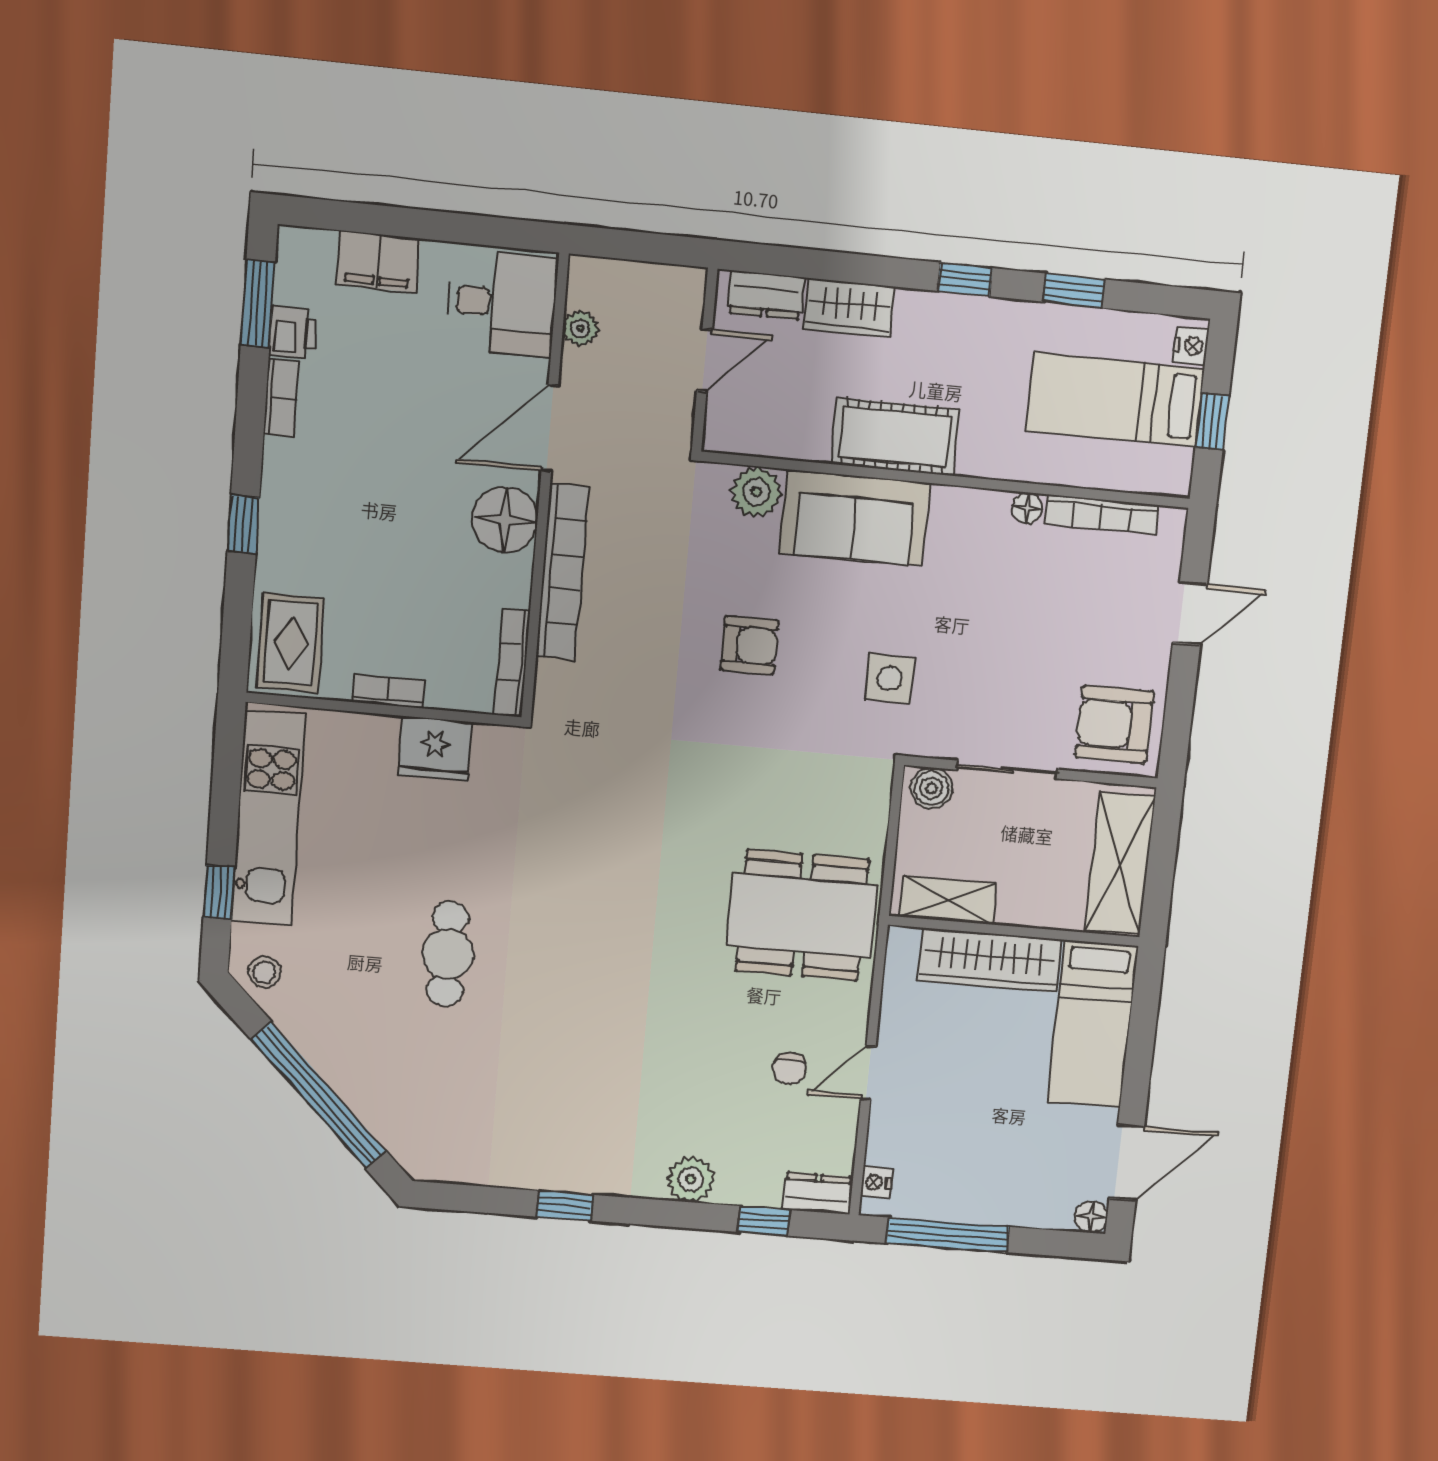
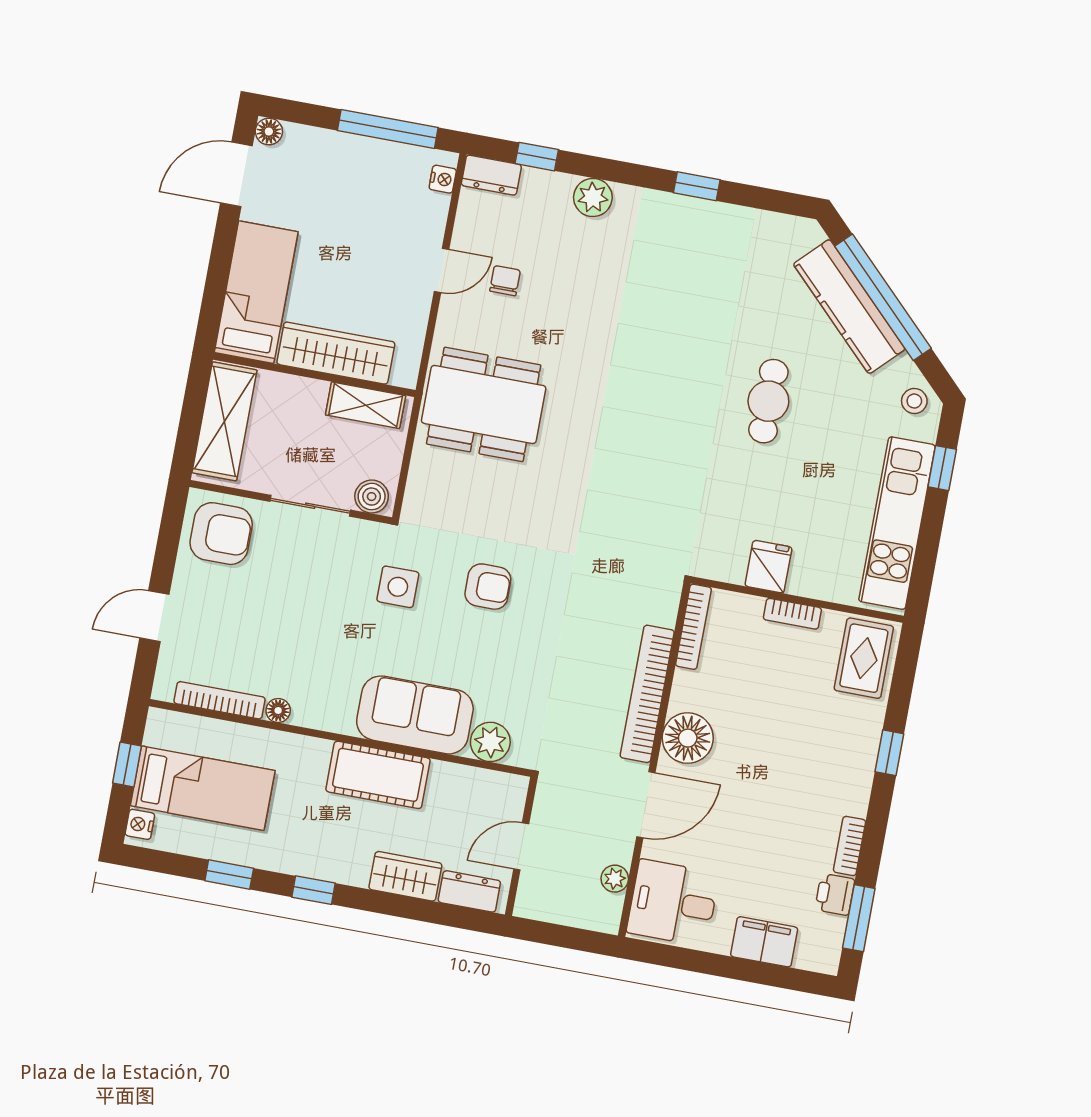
armchair: (749, 645) -> (488, 587), moved, turned 180
fridge: (435, 749) -> (768, 567), width x0.72
kitchen counter: (360, 1080) -> (849, 307), added

